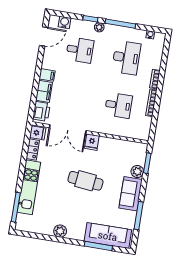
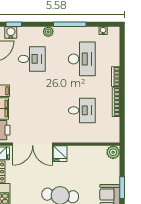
window: (90, 19) -> (14, 24), moved
window: (147, 163) -> (122, 188), moved
plant: (137, 171) -> (113, 152), moved

